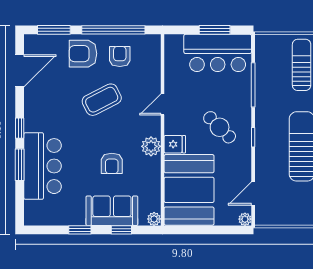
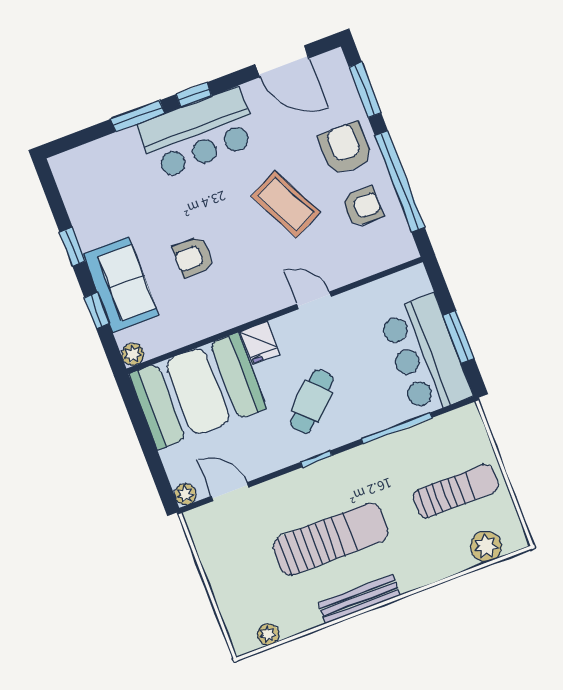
plant: (151, 146) -> (243, 307), removed
bar counter: (43, 166) -> (198, 133), moved

